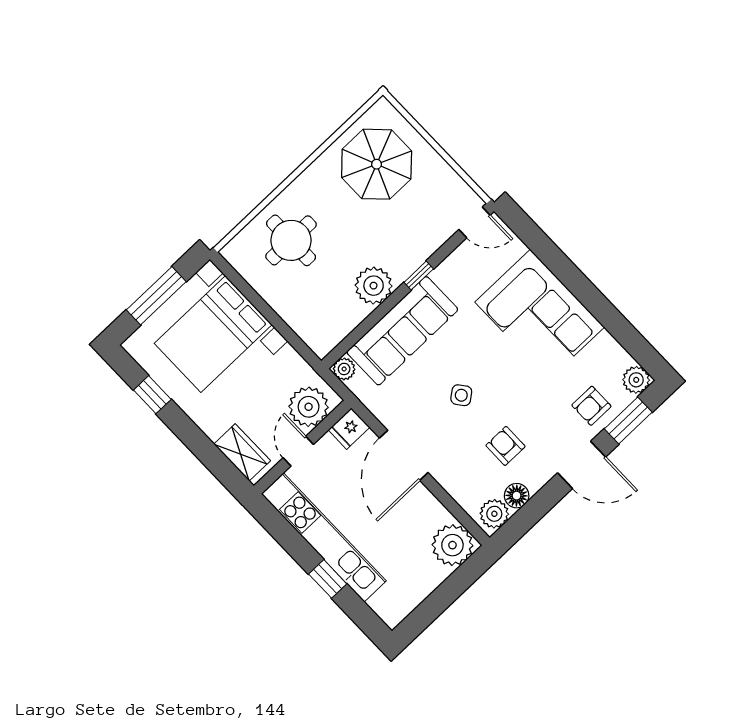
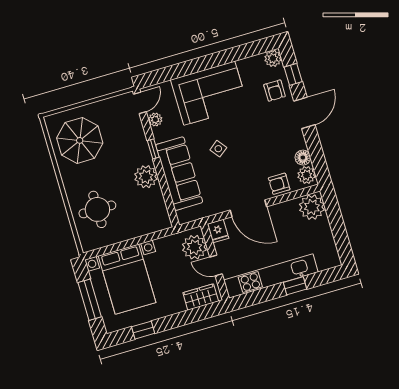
plant: (344, 369) -> (155, 120), moved
side table: (461, 395) -> (218, 149), moved
window: (628, 420) -> (293, 74), width x0.67
armchair: (505, 446) -> (279, 184), moved

